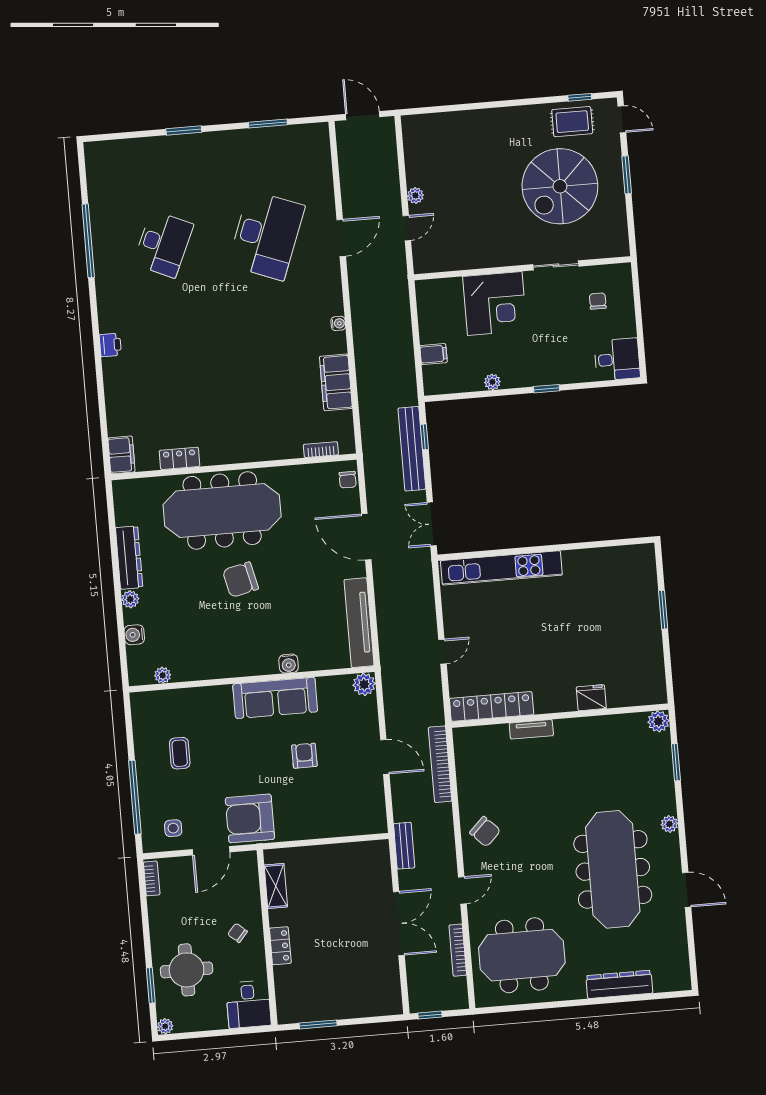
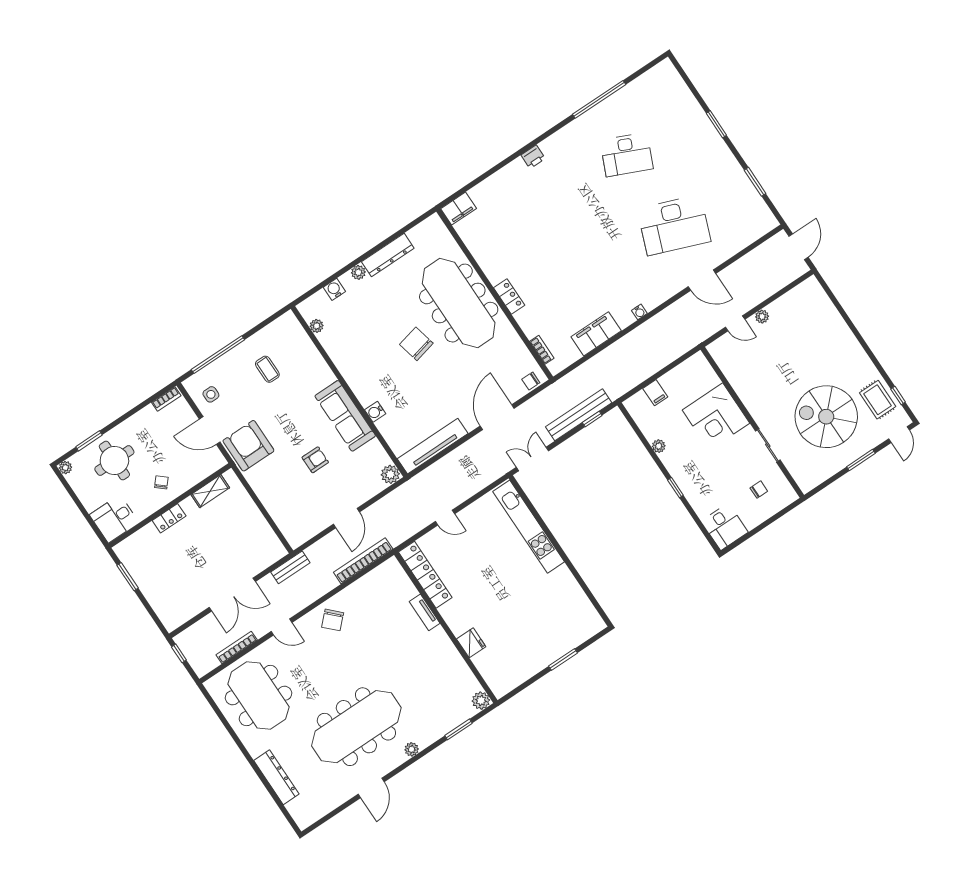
locker: (179, 458) -> (509, 297), moved
coffee table: (180, 753) -> (267, 369), turned 90

